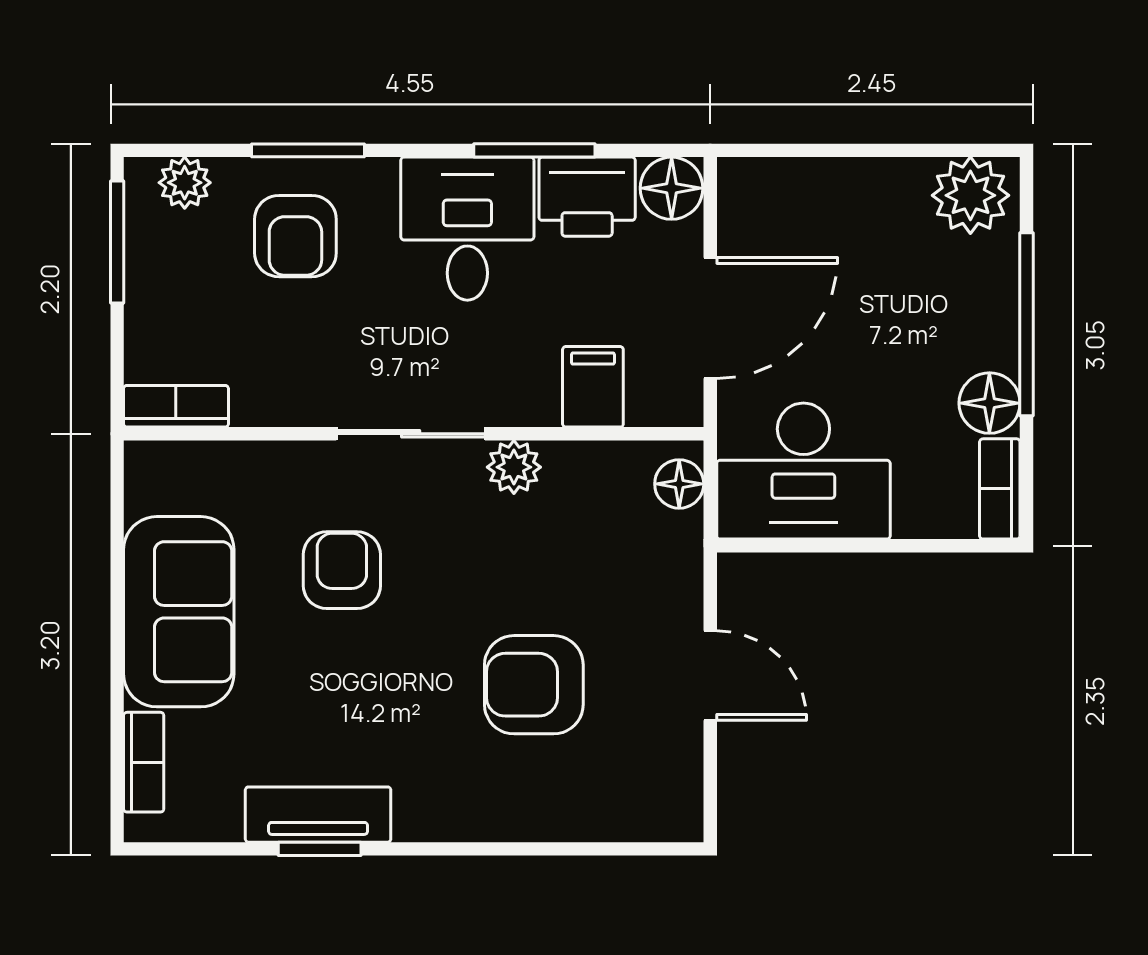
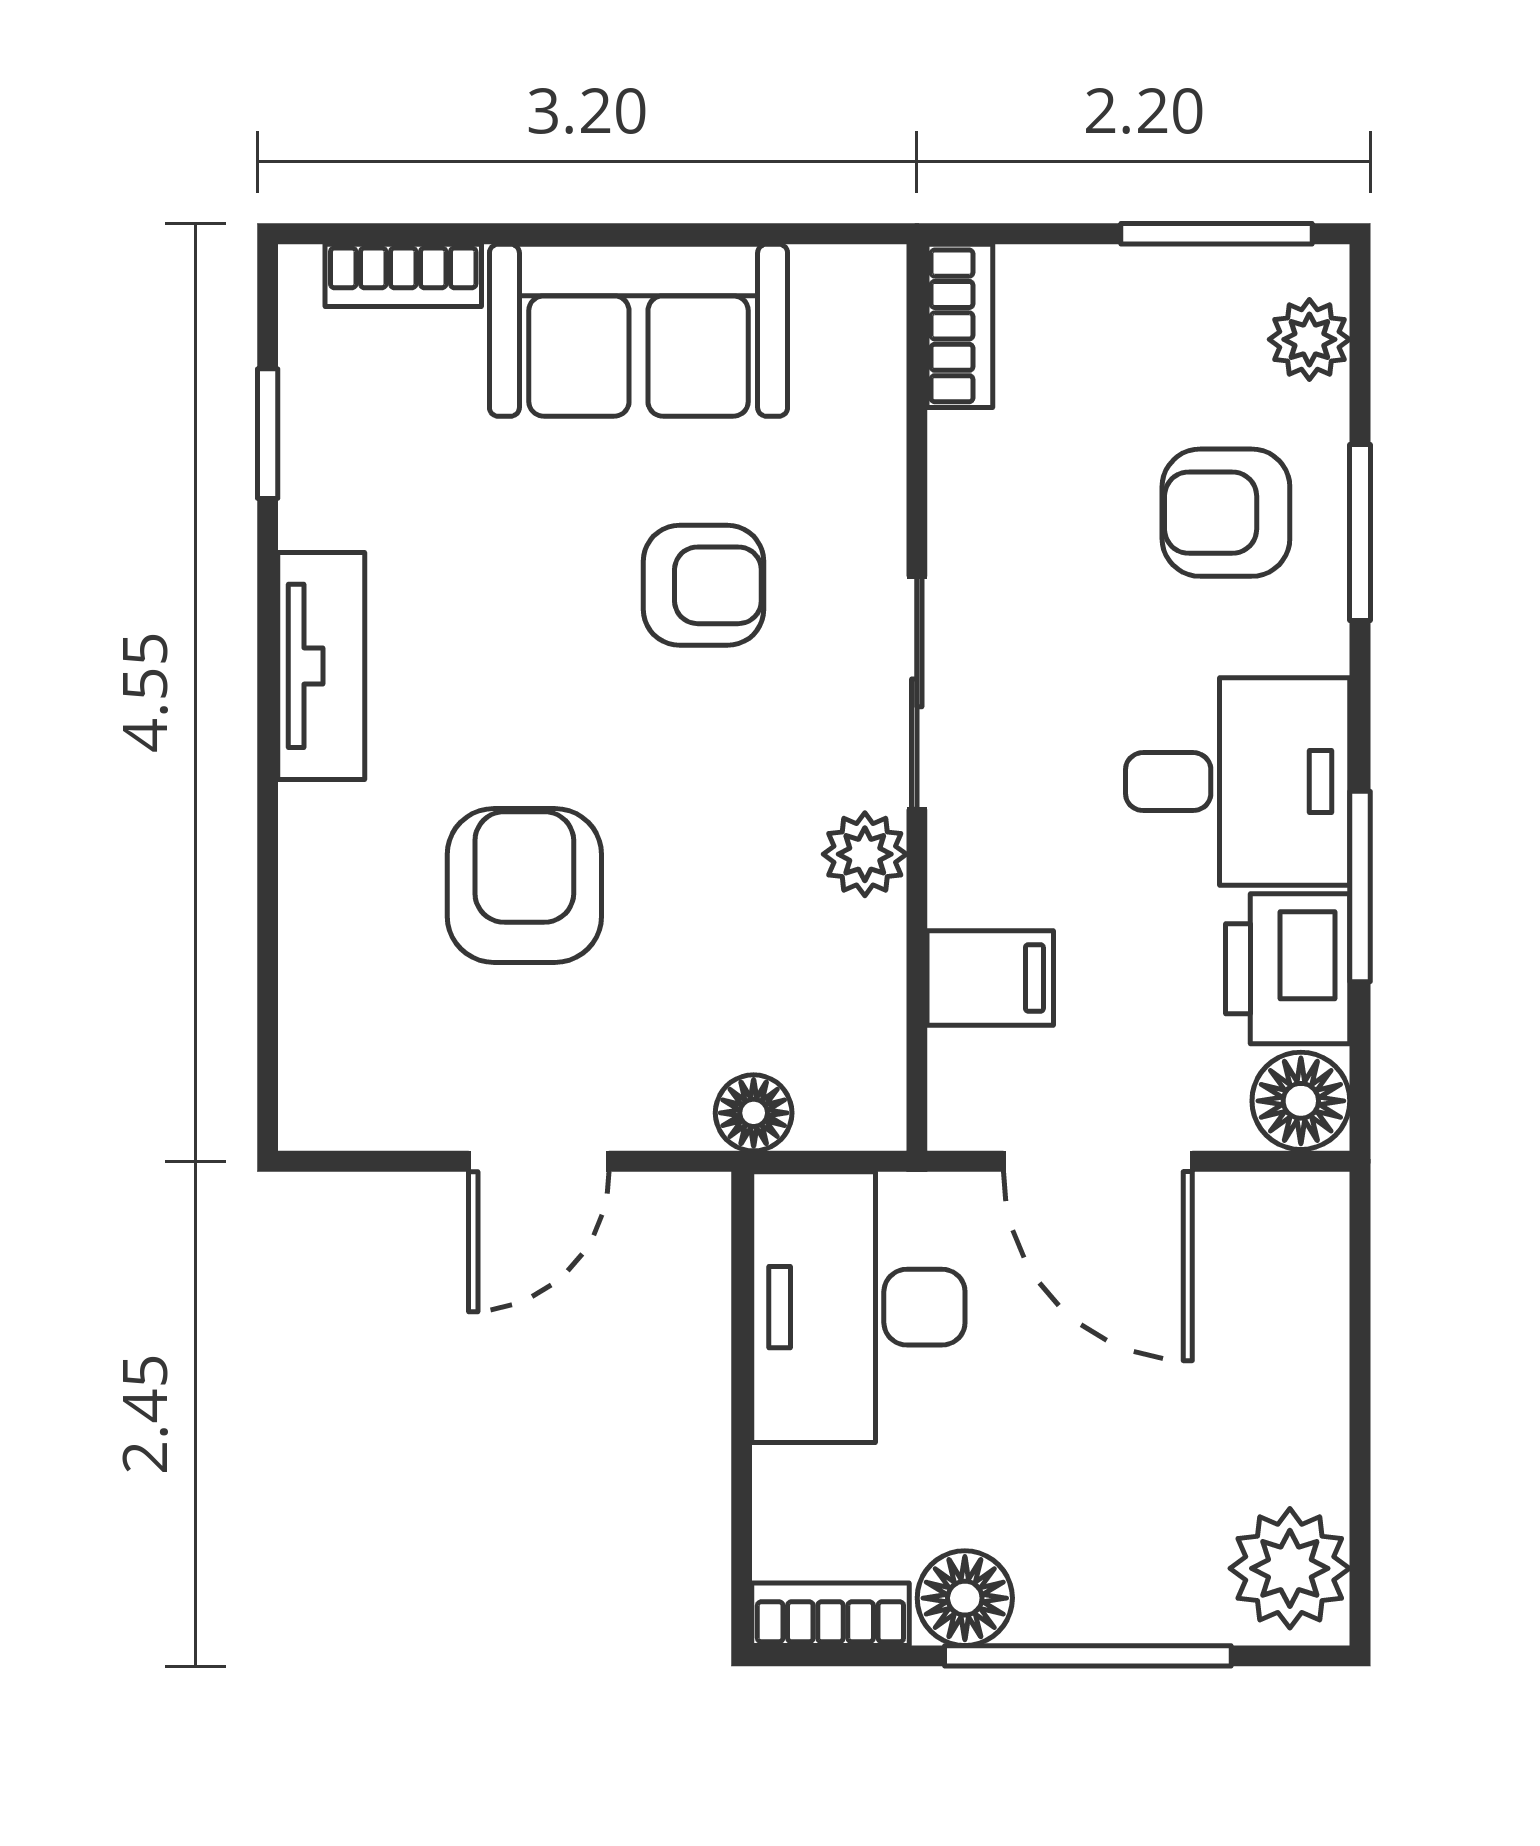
floor lamp: (679, 484) -> (754, 1113), moved
tv unit: (318, 815) -> (321, 666), moved
window: (320, 849) -> (268, 434), moved

